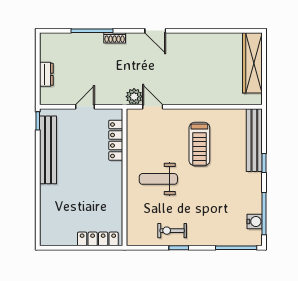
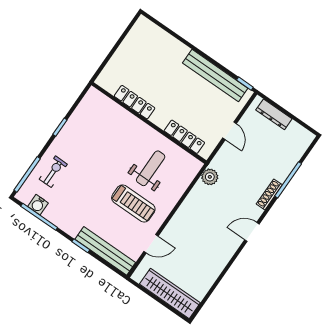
shoe rack: (115, 38) -> (269, 194), width x1.43
dresser: (46, 74) -> (274, 114), width x1.44
door: (153, 107) -> (151, 244), moved
treadmill: (199, 144) -> (133, 203), turned 180
weight bench: (158, 179) -> (151, 168), moved
exercise bike: (172, 231) -> (53, 172), moved
locker: (98, 239) -> (135, 102), moved, turned -90

